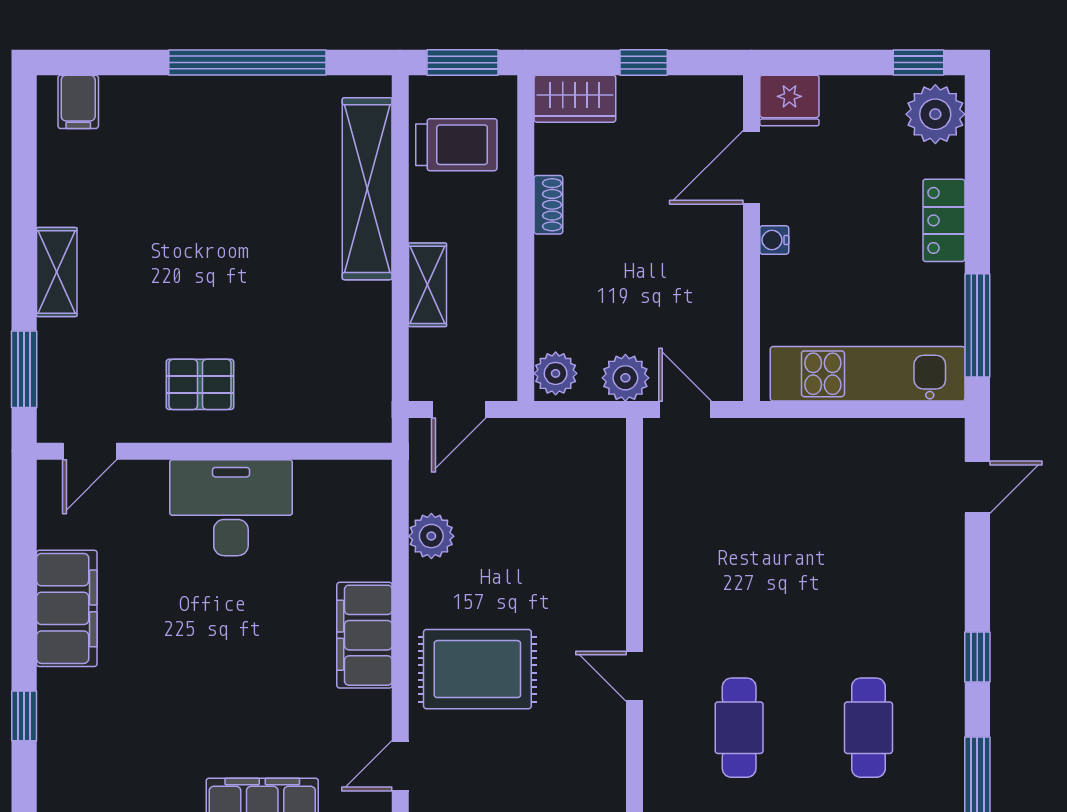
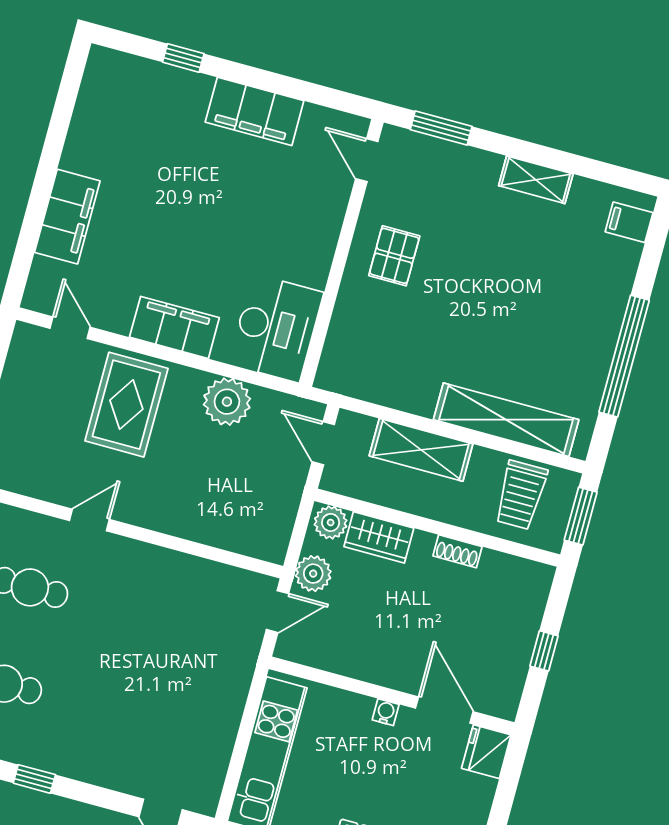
wardrobe: (575, 99) -> (379, 537), moved, turned -90
shelving: (57, 272) -> (536, 180), moved
shelving: (428, 285) -> (421, 450), width x1.50, depth x1.33
desk: (231, 508) -> (276, 328), moved
plant: (431, 536) -> (227, 402), width x1.36, depth x1.36

